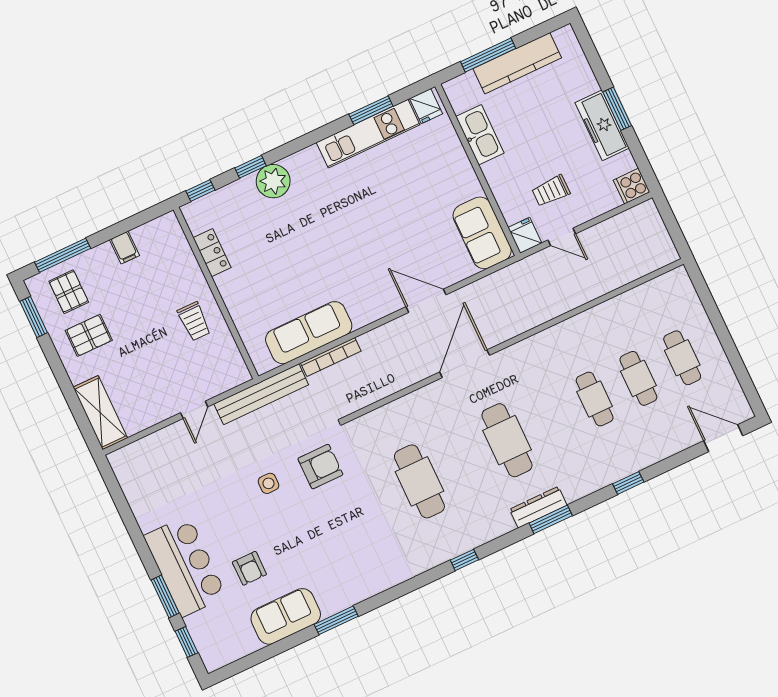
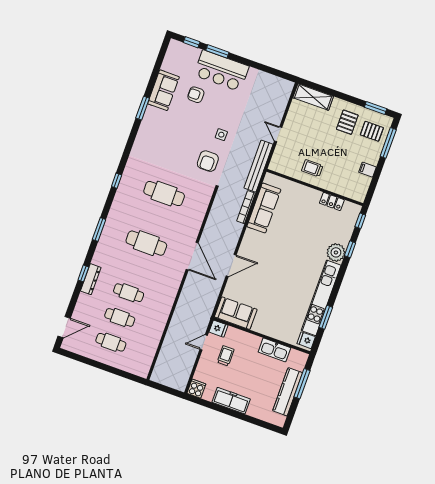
window: (617, 109) -> (232, 413), removed
kitchen unit: (368, 134) -> (321, 298), width x1.36
dresser: (538, 507) -> (91, 279), moved

